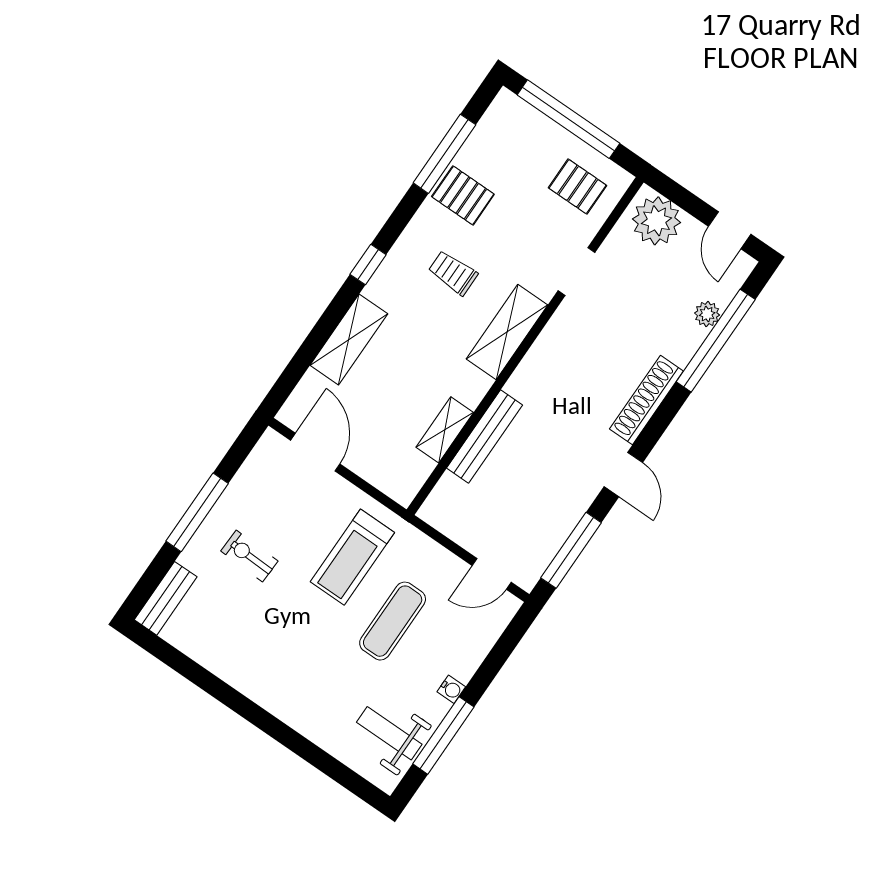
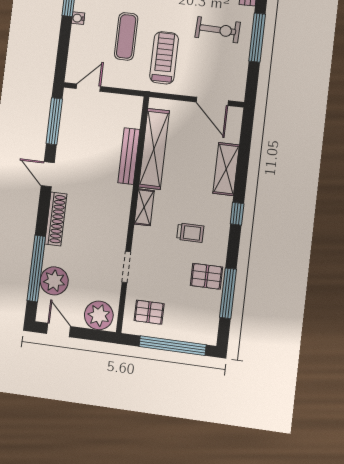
plant: (707, 314) -> (54, 281), width x1.87, depth x1.87
shelving: (507, 332) -> (144, 207), width x0.67, depth x0.75
shelving: (445, 430) -> (154, 149), width x2.20, depth x1.33
exercise bike: (249, 556) -> (218, 30), width x1.38, depth x1.39

